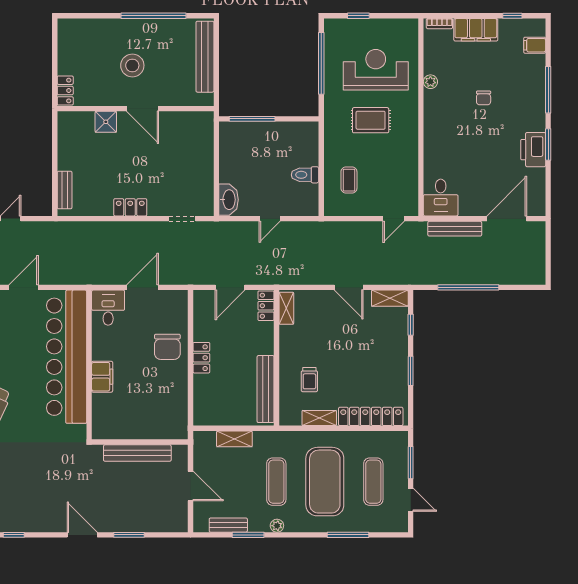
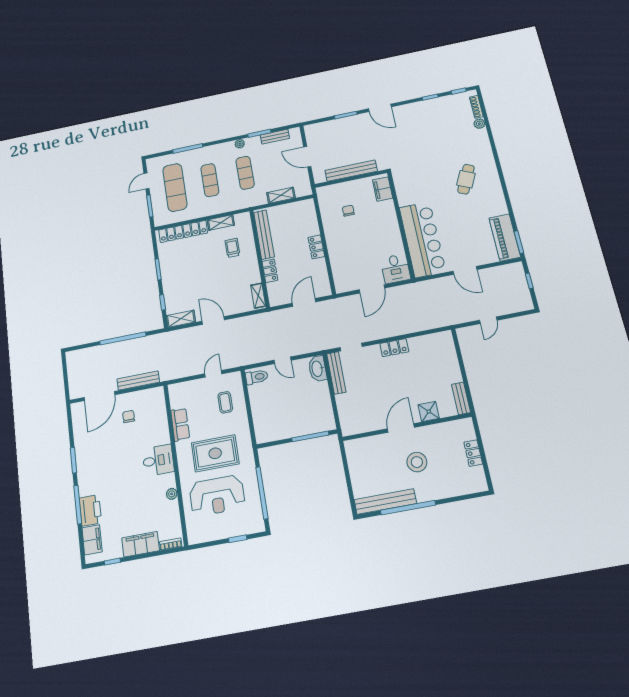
filing cabinet: (535, 45) -> (92, 540), width x2.00
bench: (205, 57) -> (385, 502), moved, turned 90
locker: (65, 91) -> (473, 453), moved
chair: (484, 98) -> (129, 417), moved
door: (143, 109) -> (401, 428), hinge flipped
rug: (371, 120) -> (215, 453), width x1.36, depth x1.43
printer: (533, 150) -> (90, 510), moved
row of seats: (409, 163) -> (180, 424), added
toilet: (305, 175) -> (257, 377), moved
bench: (65, 190) -> (461, 398), moved
bench: (206, 190) -> (336, 373), added
desk: (441, 198) -> (158, 460), moved, turned 90
door: (270, 219) -> (283, 360), swing flipped
door: (394, 219) -> (213, 374), moved
door: (24, 287) -> (465, 270), hinge flipped
locker: (266, 306) -> (270, 271), moved
chair: (167, 347) -> (348, 211), moved, width x0.54, depth x0.54
bar counter: (67, 357) -> (422, 239), width x0.73
filing cabinet: (102, 377) -> (383, 189), moved
exercise mat: (325, 482) -> (210, 180), width x0.50, depth x0.69
exercise mat: (373, 482) -> (175, 187), width x1.36, depth x1.45
door: (411, 500) -> (146, 181), hinge flipped

